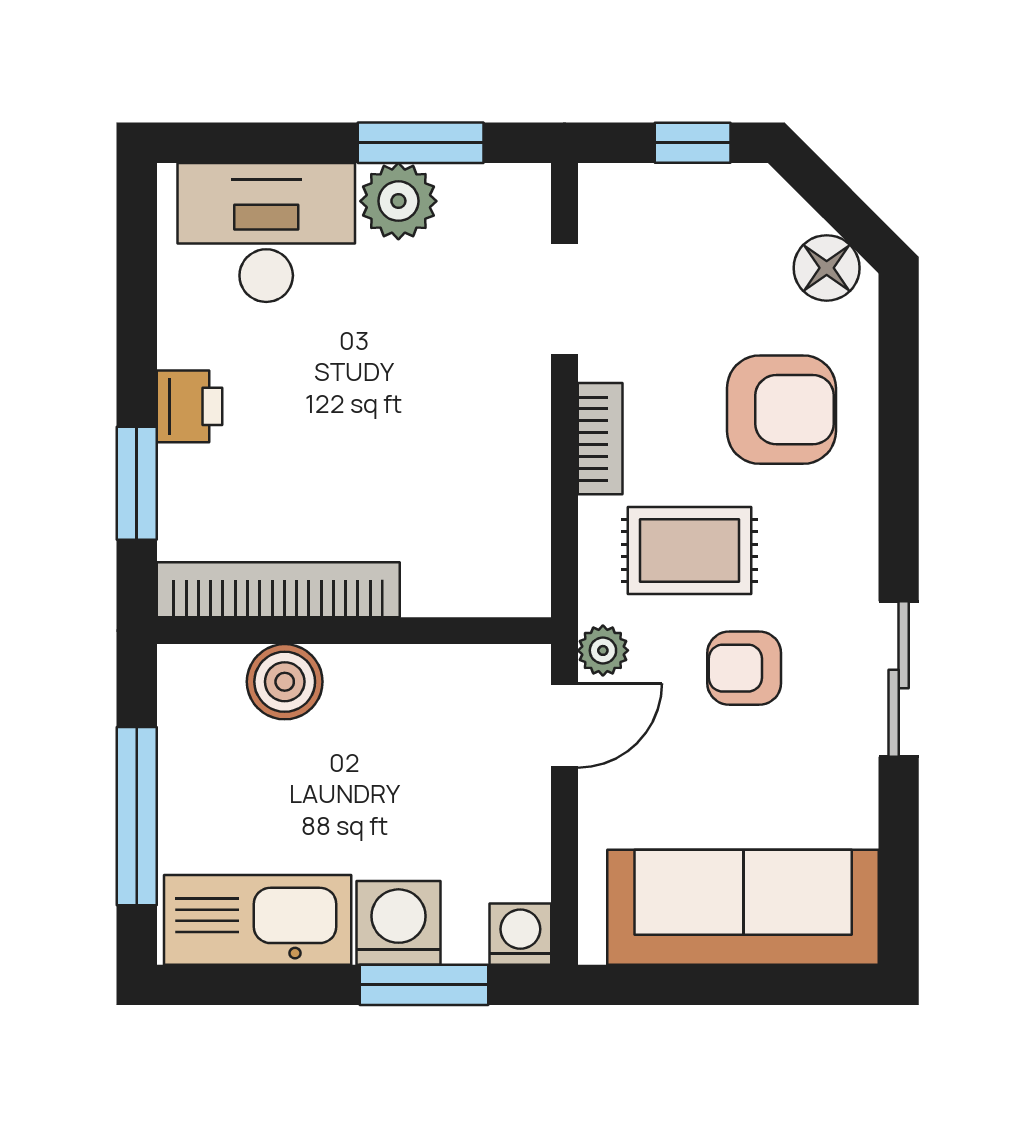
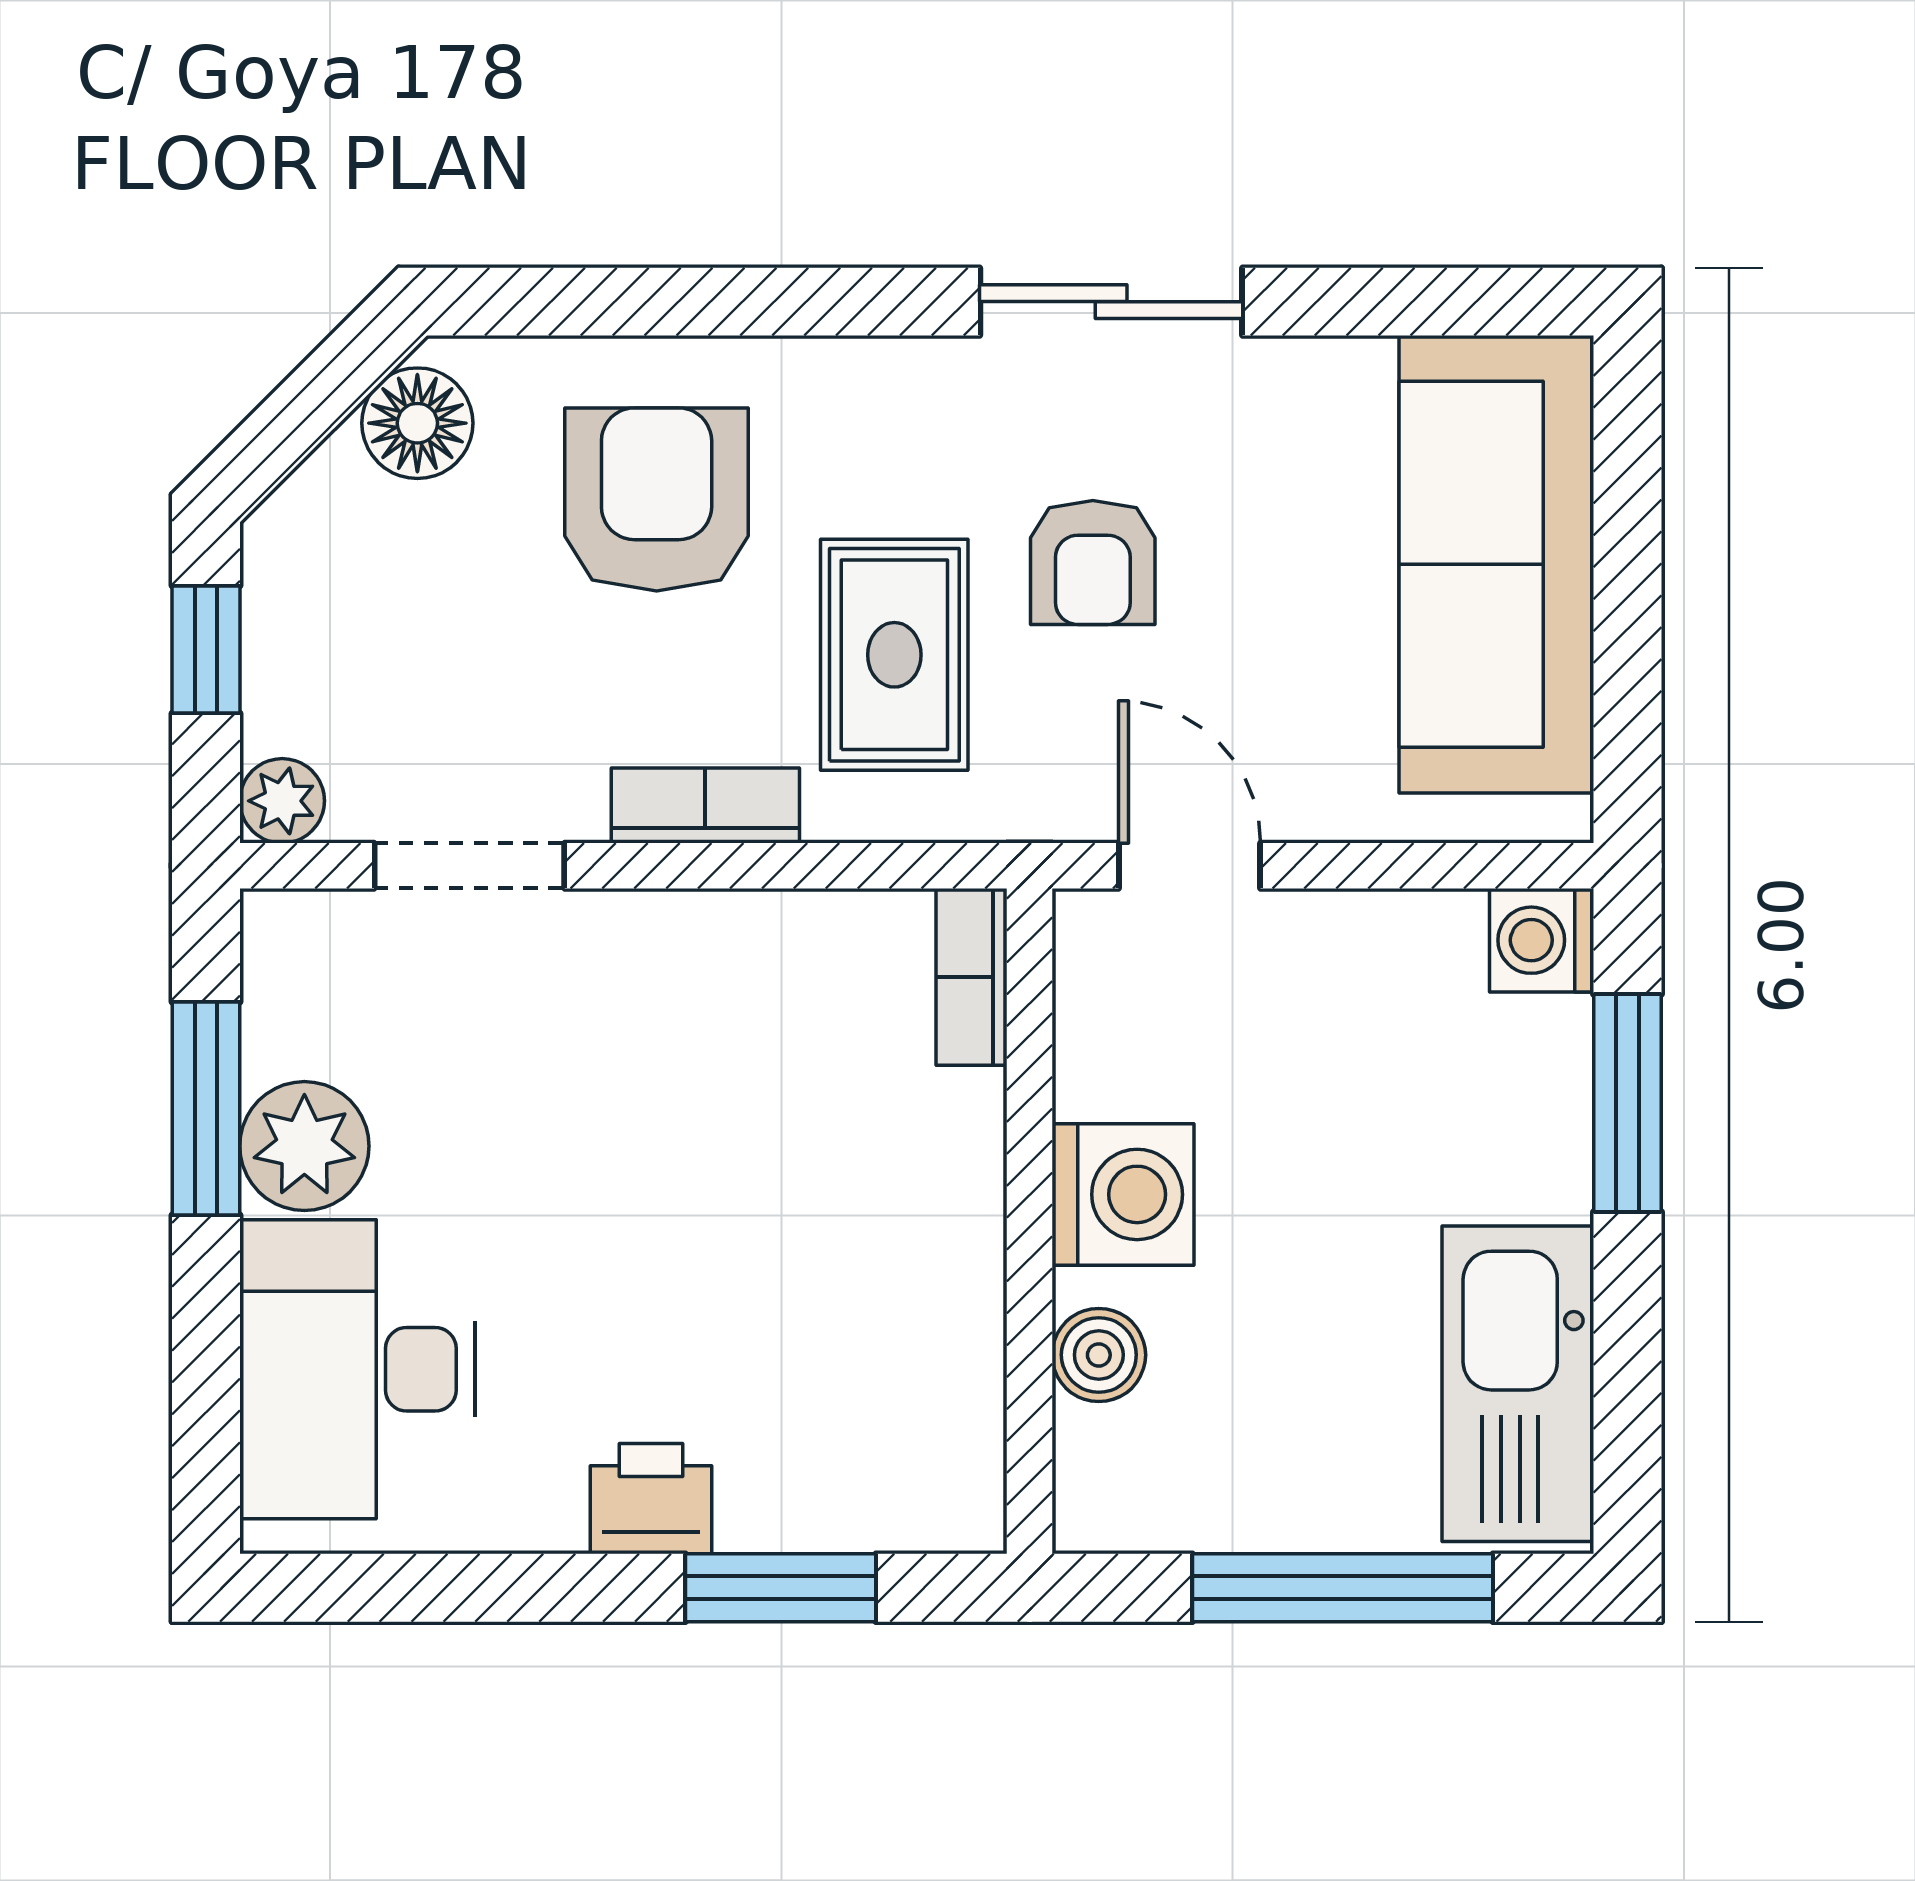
bookcase: (278, 590) -> (972, 977), moved, width x0.43, depth x0.76
plant: (603, 650) -> (282, 801), moved
boiler: (285, 682) -> (1099, 1355), width x0.73, depth x0.73
washing machine: (398, 923) -> (1123, 1194), moved, turned 180

